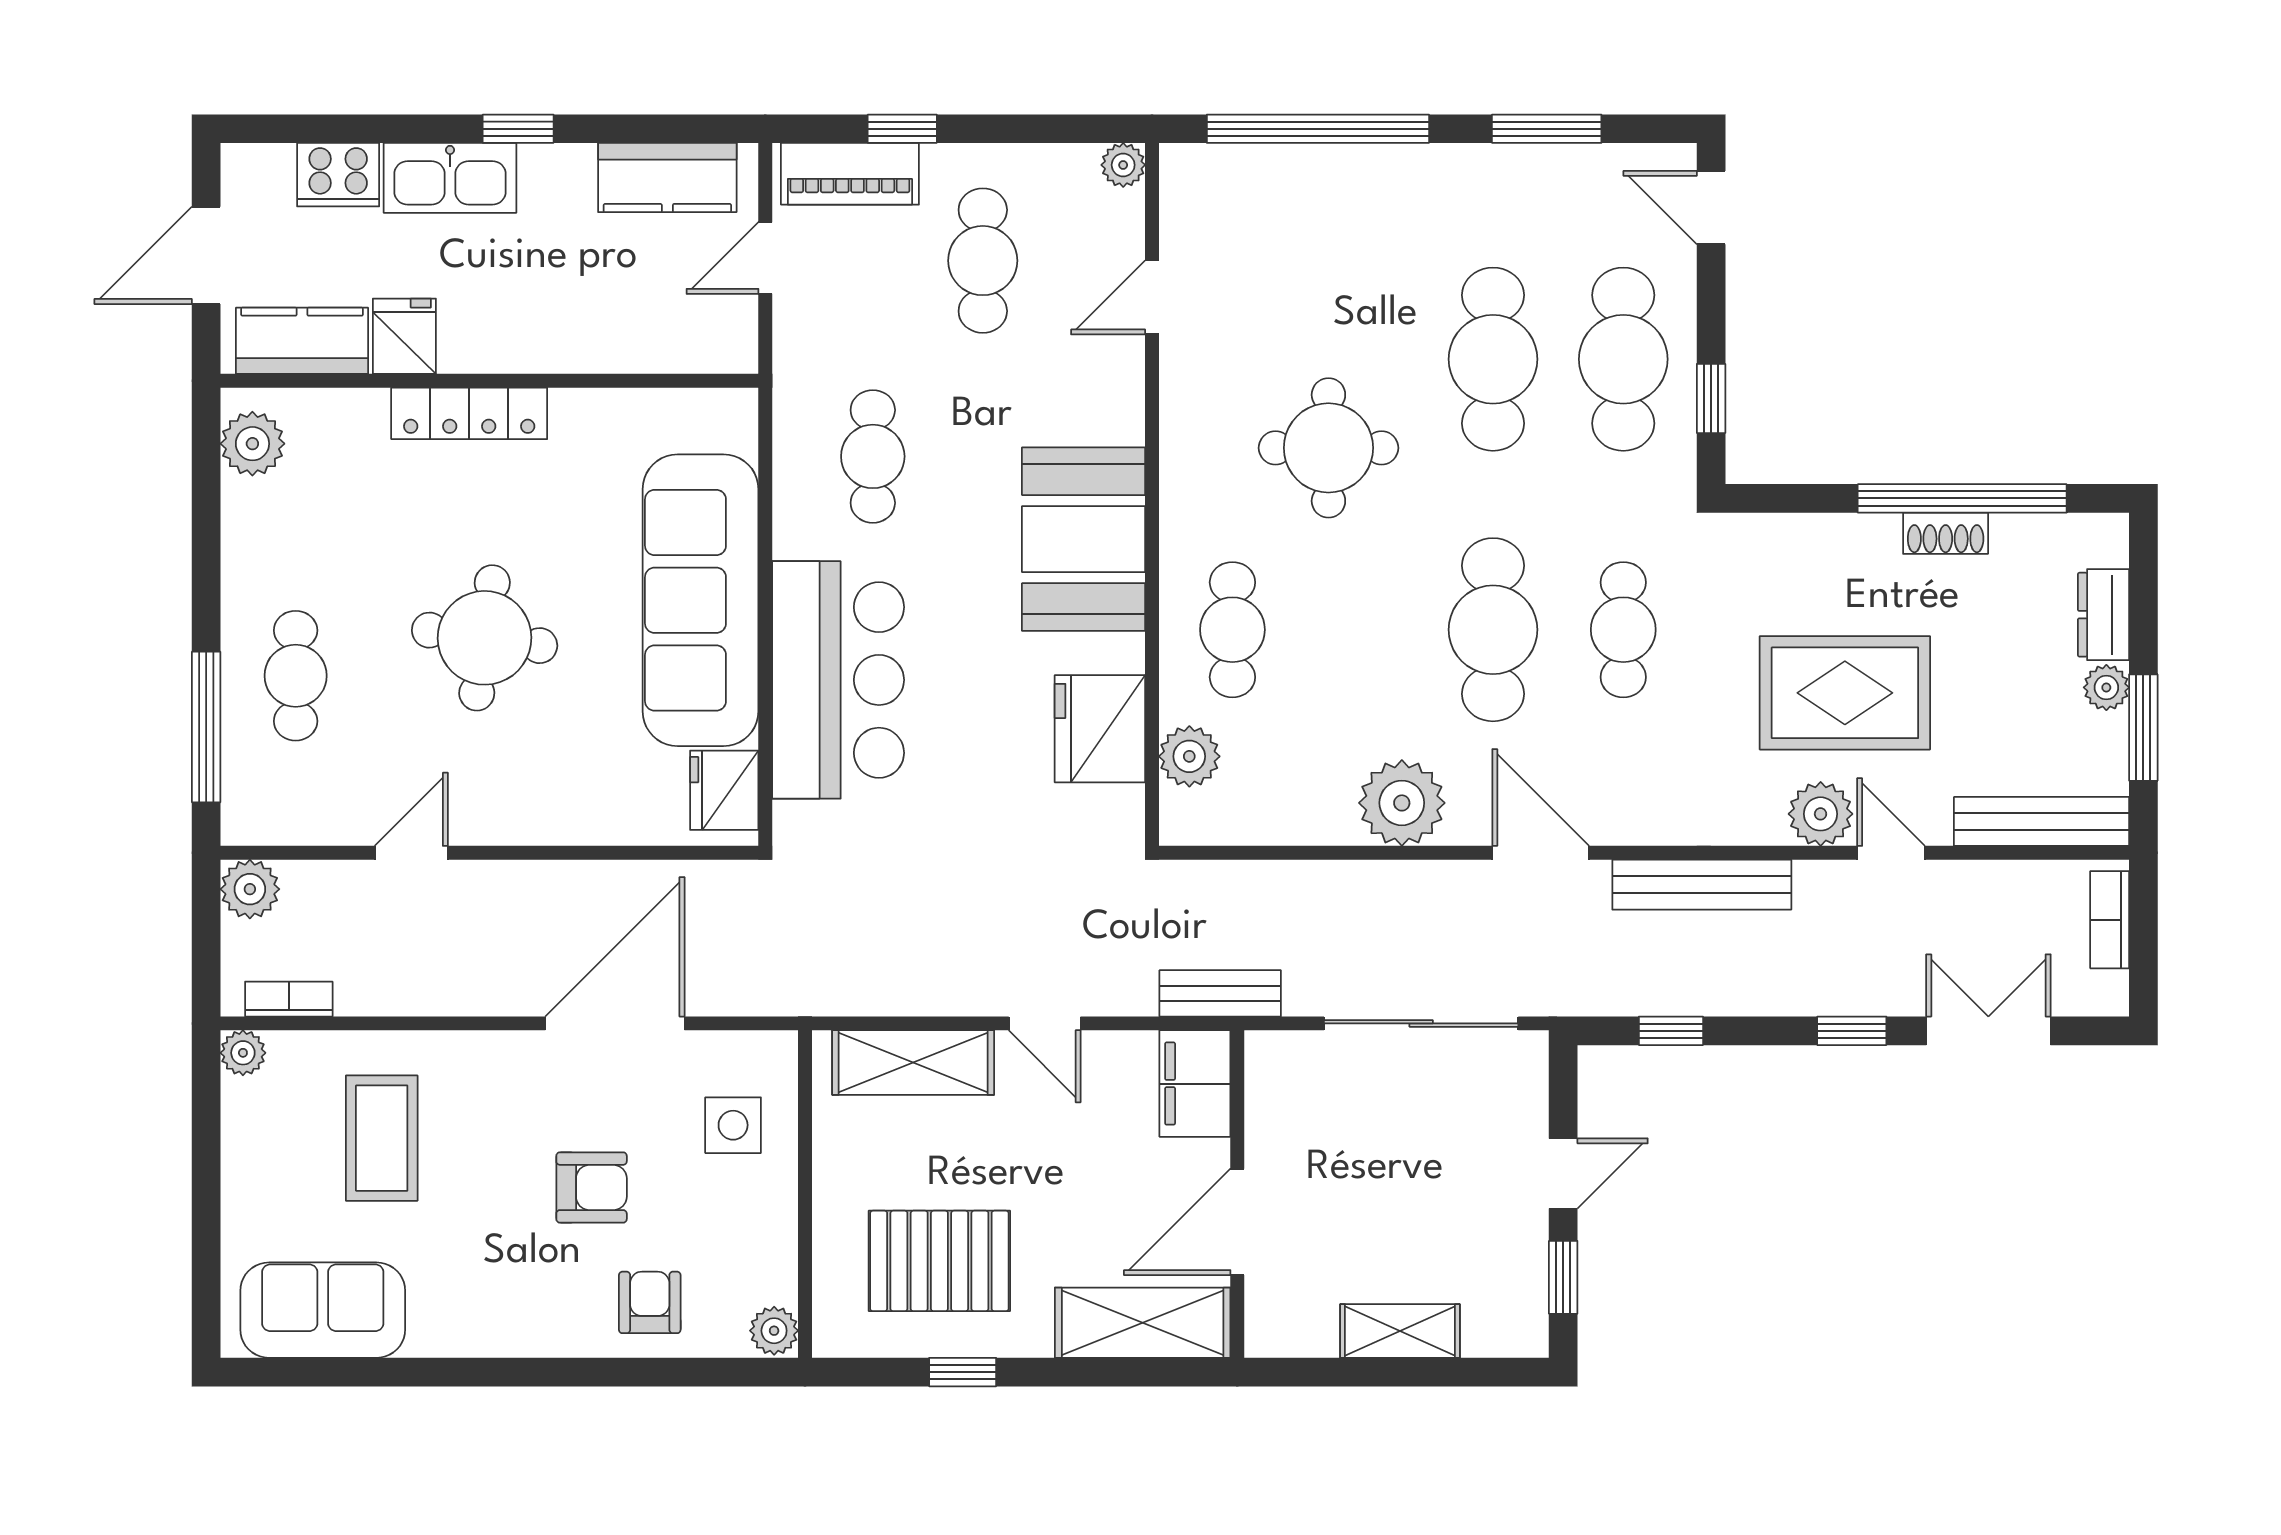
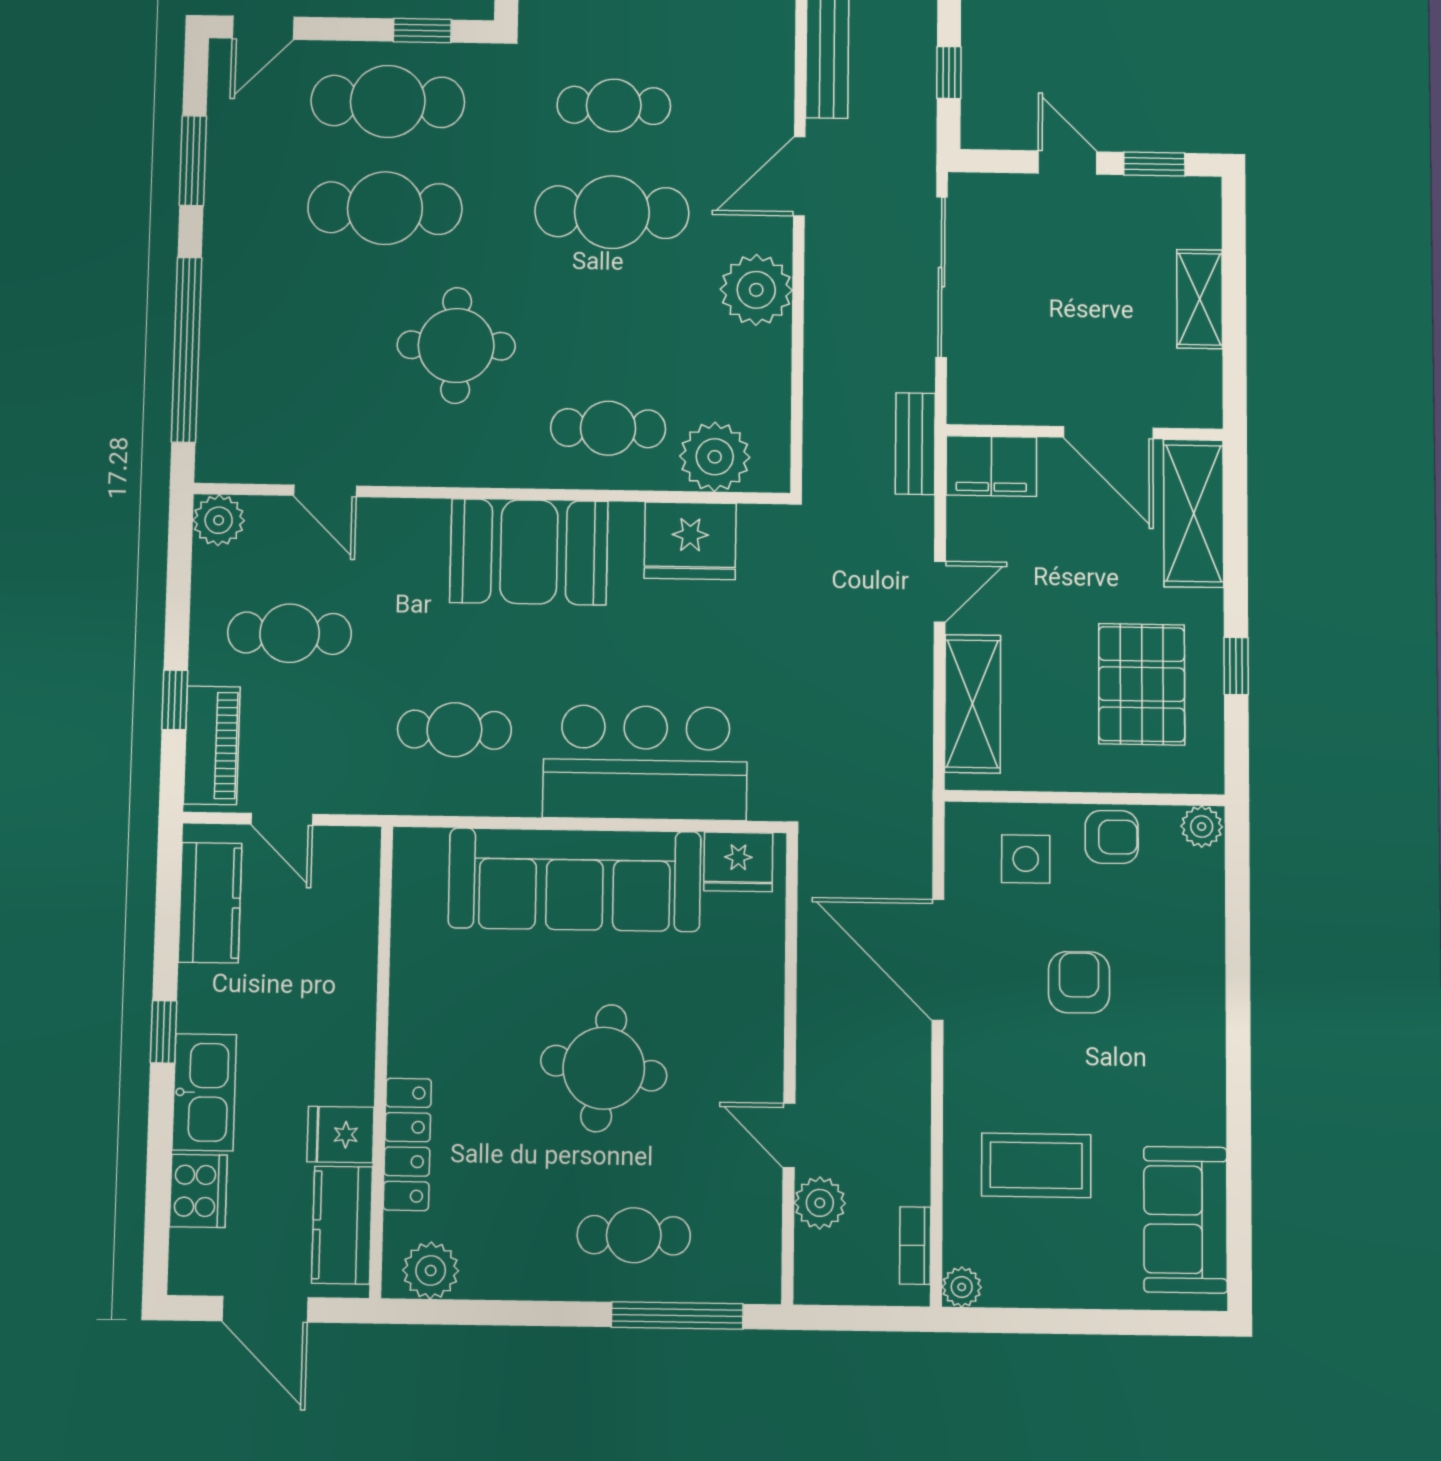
plant: (1123, 165) -> (219, 520), width x1.38, depth x1.38
locker: (469, 413) -> (407, 1144), moved
plant: (1189, 756) -> (715, 457), width x1.36, depth x1.36
plant: (250, 889) -> (820, 1203), moved
armchair: (650, 1302) -> (1112, 837), moved, turned 180

